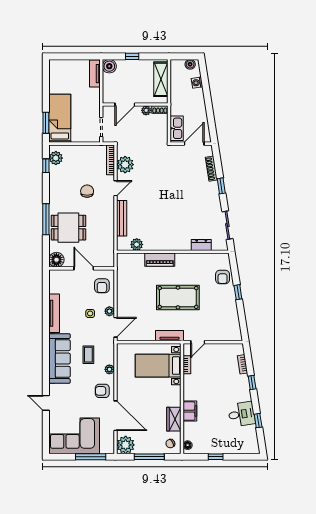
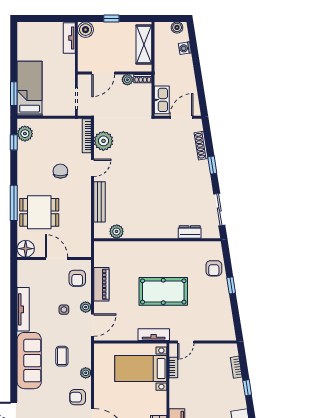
piano: (160, 260) -> (101, 284), moved, turned -90

